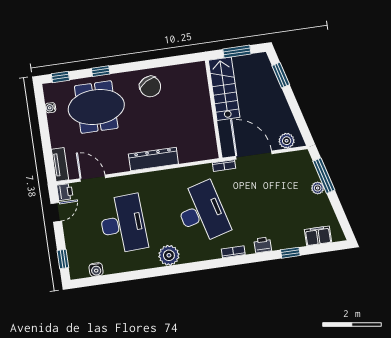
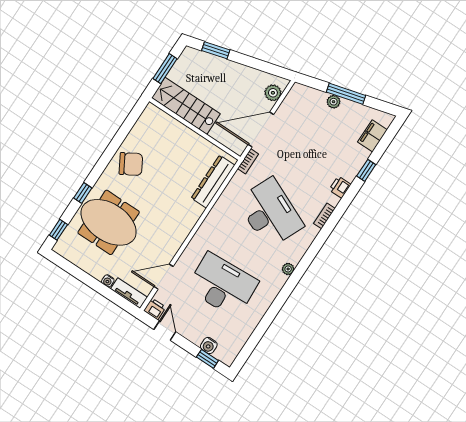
meeting table: (96, 107) -> (109, 222), turned 90
water cooler: (50, 108) -> (108, 281), moved
dresser: (153, 159) -> (213, 182), moved
window: (324, 176) -> (346, 94), moved
desk: (202, 213) -> (270, 213), turned 39
plant: (169, 255) -> (288, 269), width x0.53, depth x0.53
water cooler: (96, 270) -> (209, 345), moved, turned 90

